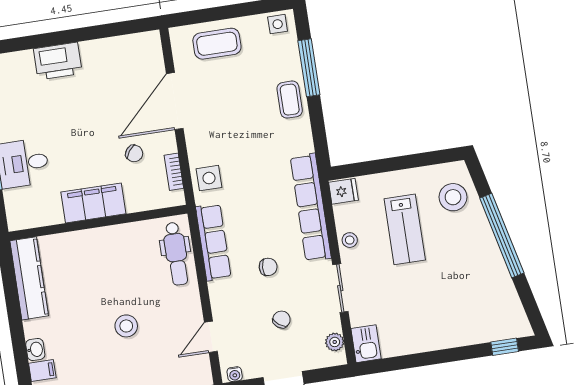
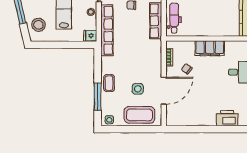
coffee table: (217, 44) -> (139, 115), width x1.36, depth x1.32
printer: (58, 61) -> (227, 118), moved
side table: (209, 178) -> (138, 89), moved

